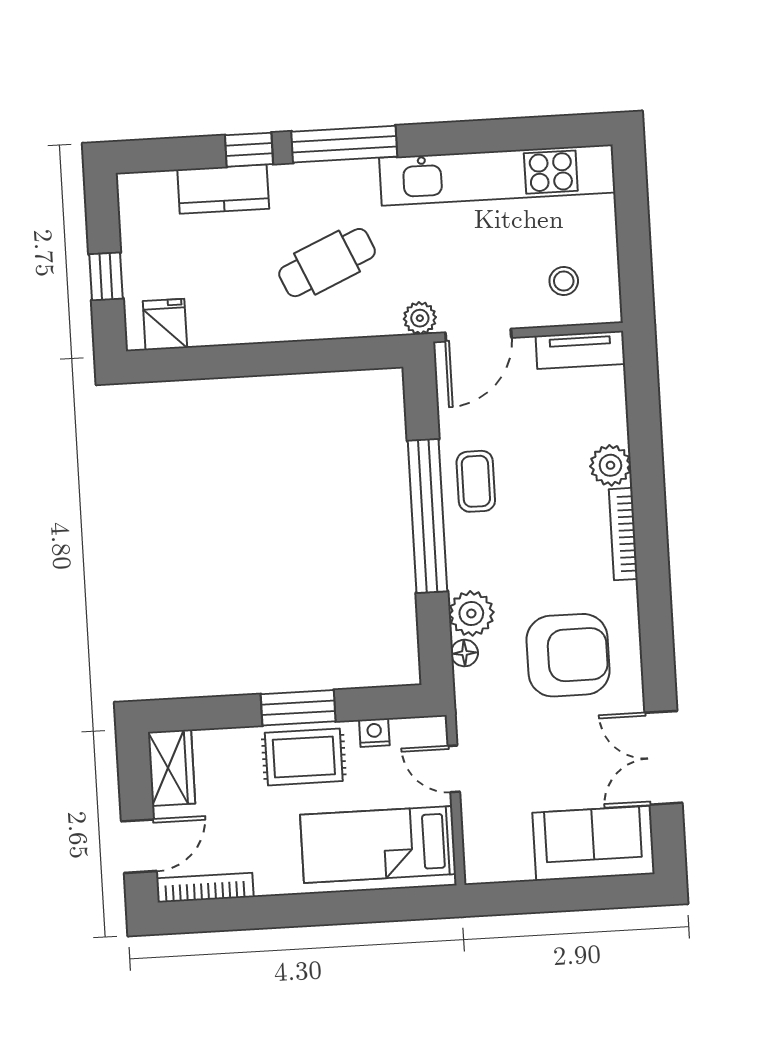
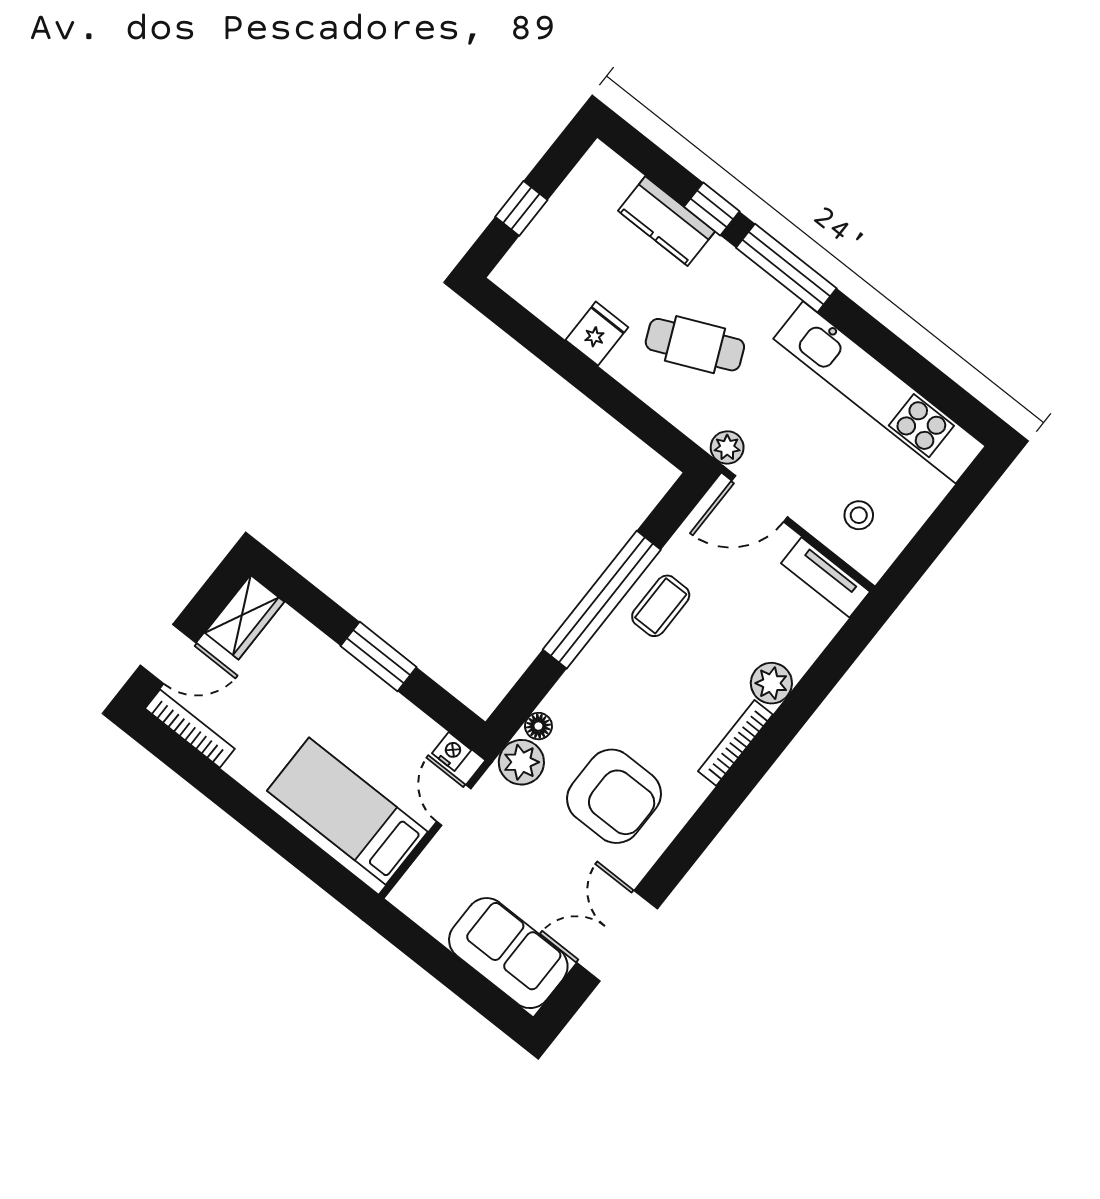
fridge: (165, 324) -> (597, 334), moved
plant: (471, 613) -> (521, 762), moved
nightstand: (374, 733) -> (452, 752), moved
rug: (304, 757) -> (350, 697), removed

